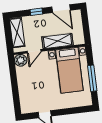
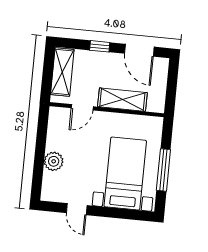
plant: (21, 60) -> (54, 161), moved
bed with nightstands: (69, 70) -> (125, 174), moved, turned 180

